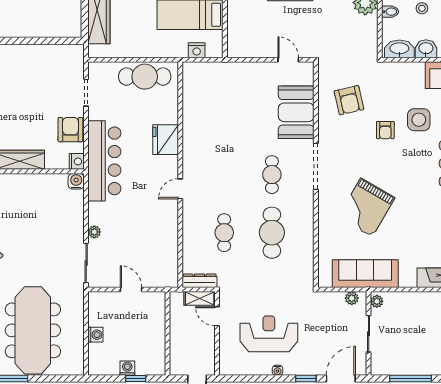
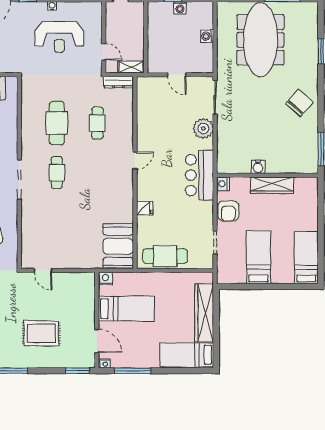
nightstand: (197, 50) -> (105, 278), moved
bed: (35, 75) -> (258, 257), added
booth: (296, 112) -> (118, 246), moved
fridge: (166, 140) -> (145, 208), width x0.53, depth x0.75
bar counter: (104, 161) -> (200, 175), width x0.73
water cooler: (76, 181) -> (258, 167), moved
plant: (94, 232) -> (203, 128), width x1.88, depth x1.88
shelving: (200, 298) -> (131, 67), moved

